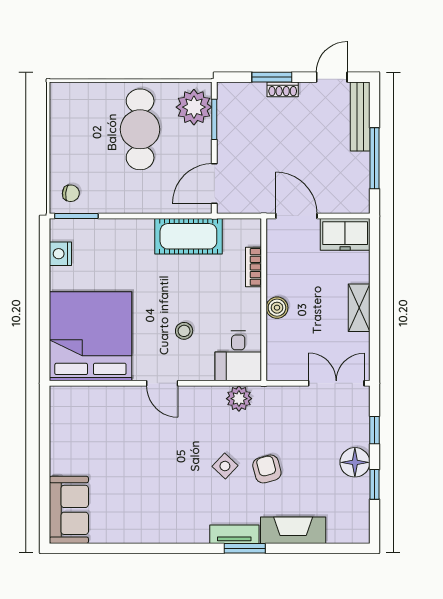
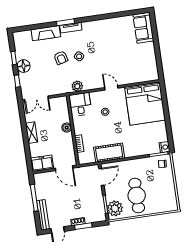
nightstand: (60, 254) -> (164, 147), moved

